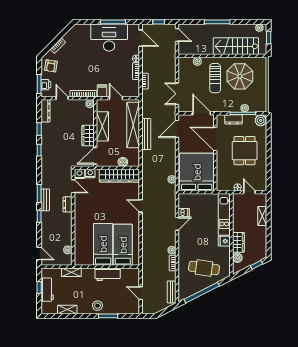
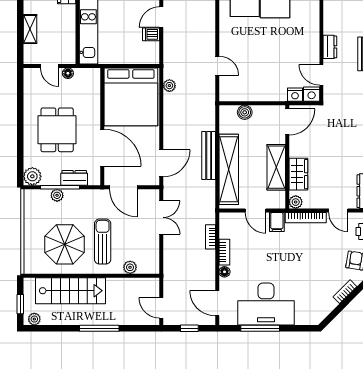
wardrobe: (88, 136) -> (298, 174), moved
wardrobe: (119, 176) -> (250, 91), removed
door: (141, 206) -> (217, 66), moved

